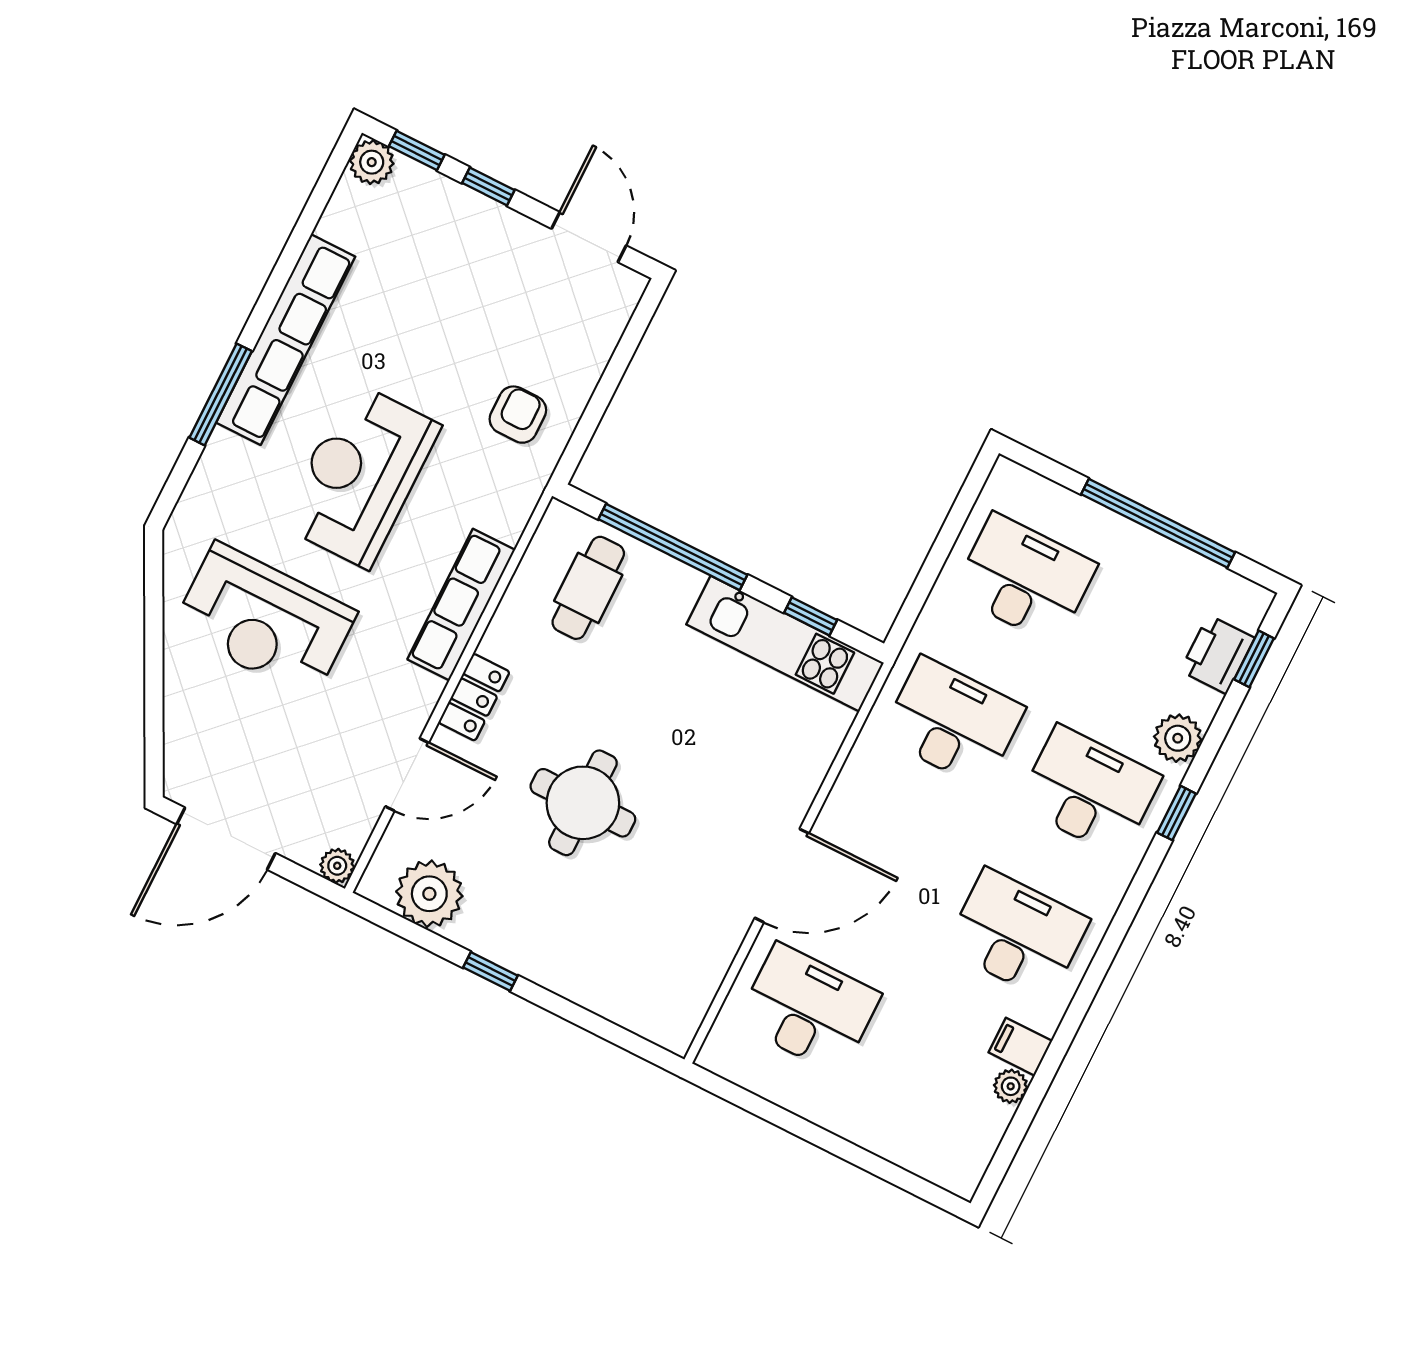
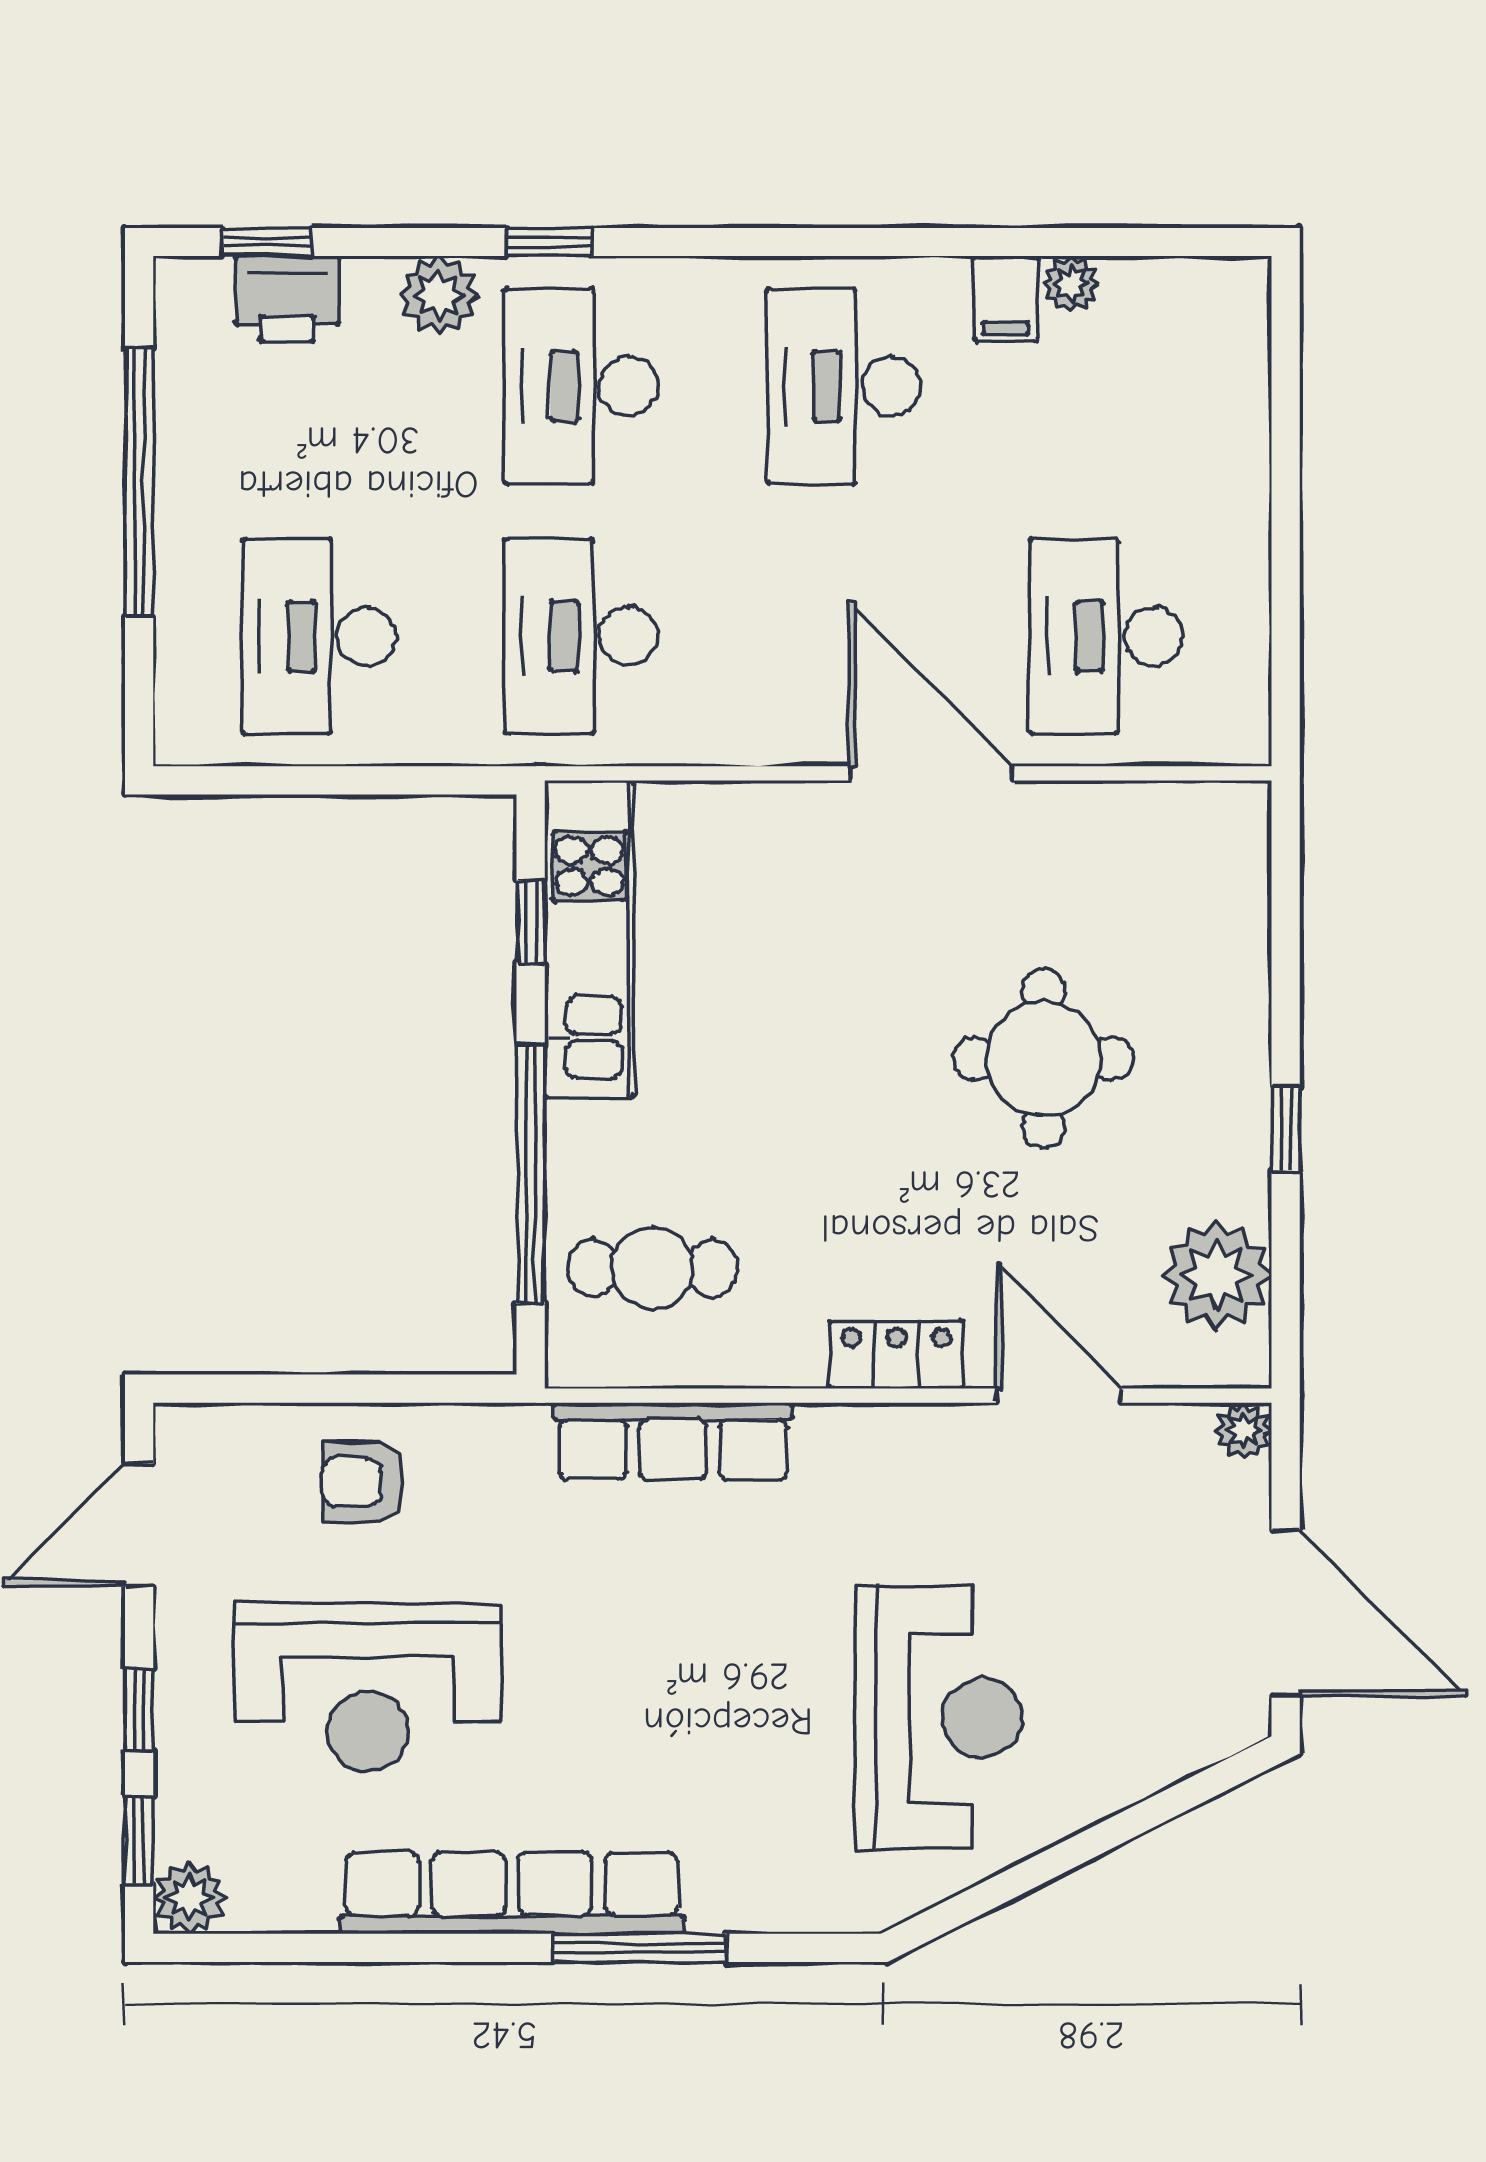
armchair: (518, 415) -> (363, 1482), moved
reception desk: (360, 475) -> (368, 1687), moved
row of seats: (461, 605) -> (673, 1441), moved
round table: (583, 803) -> (1044, 1059), moved

